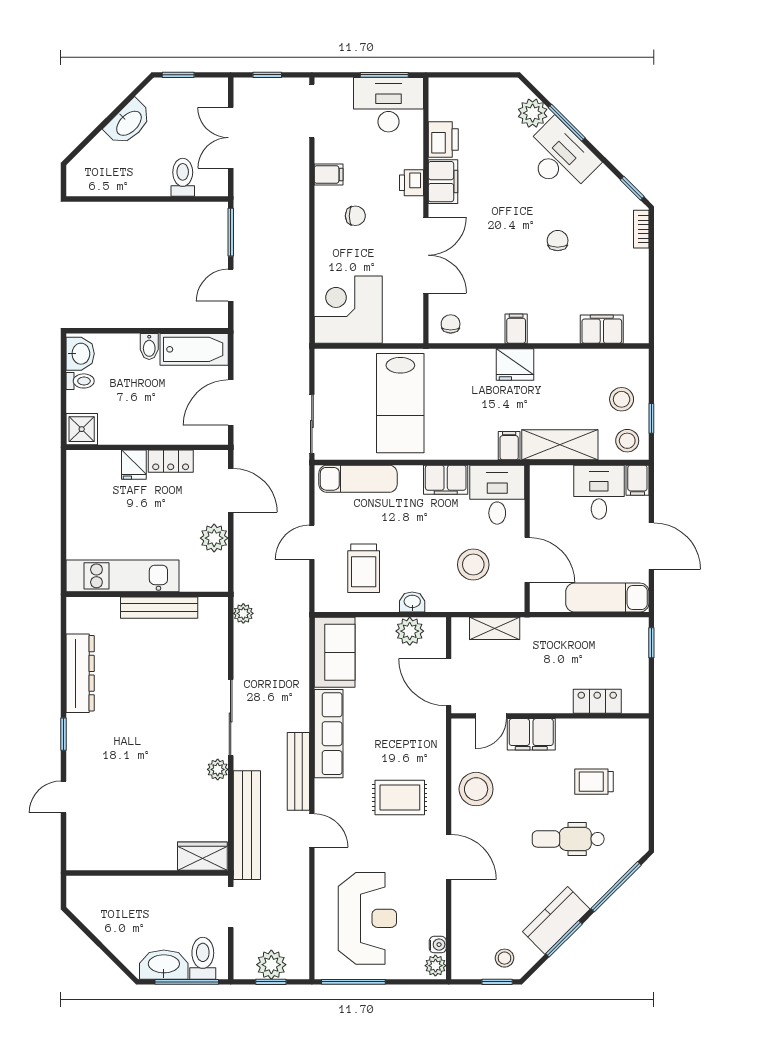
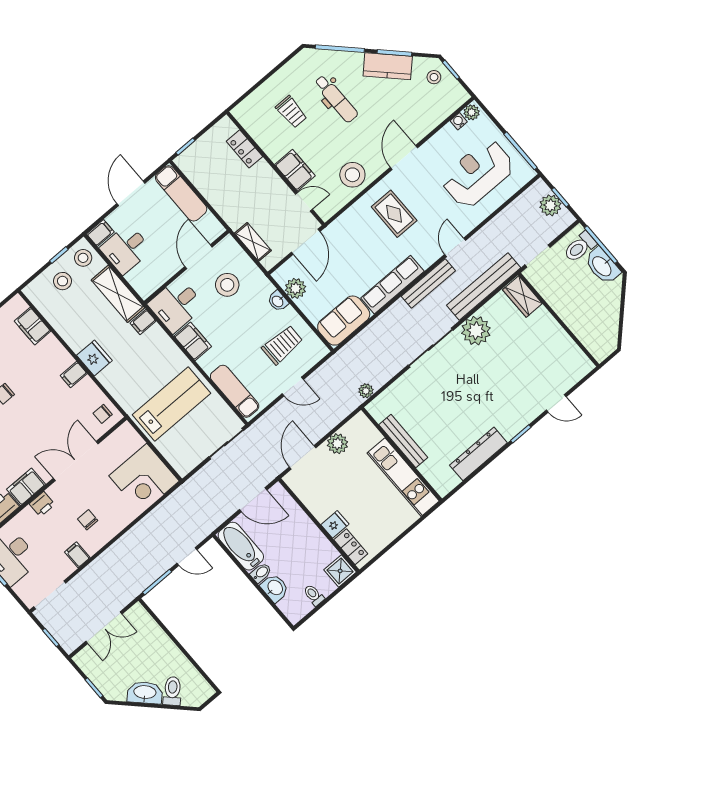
toilet: (183, 177) -> (172, 691), moved, turned 135
washbasin: (80, 354) -> (275, 588), moved, turned 90
locker: (171, 461) -> (351, 547), moved
plant: (218, 769) -> (476, 331), width x1.88, depth x1.88

